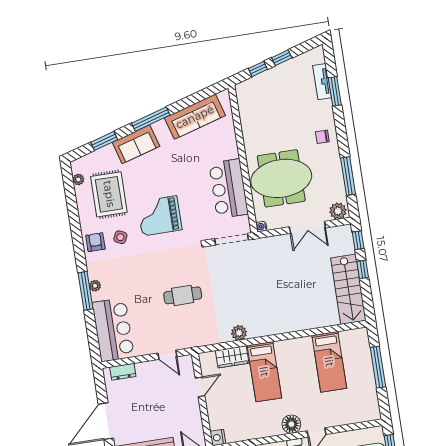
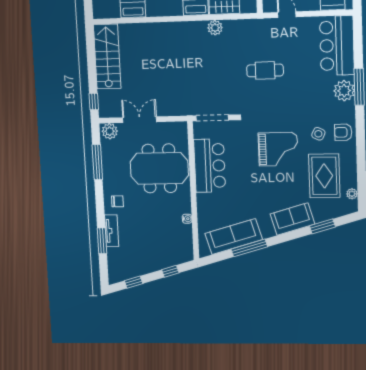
window: (282, 58) -> (134, 282), moved
tv unit: (322, 82) -> (112, 231), moved
window: (151, 119) -> (249, 248), moved
water cooler: (261, 227) -> (187, 219), moved
armchair: (95, 242) -> (343, 132), turned 90
window: (363, 269) -> (92, 74), removed
plant: (95, 286) -> (344, 91), width x1.87, depth x1.87

